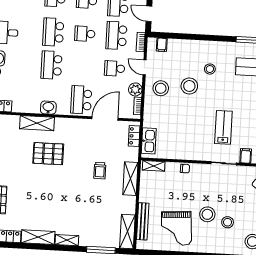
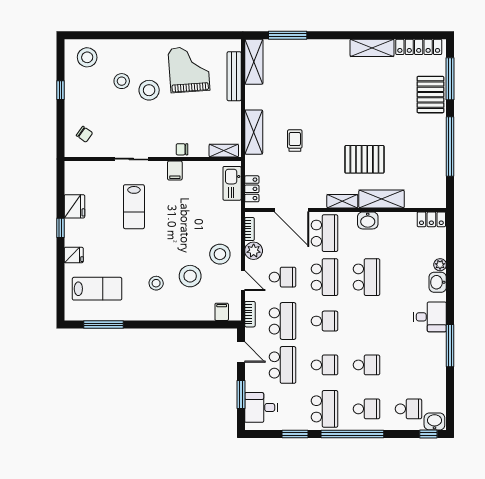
school desk: (53, 32) -> (325, 277), moved
stool: (189, 86) -> (190, 276), moved
door: (105, 119) -> (292, 210), hinge flipped
filing cabinet: (246, 156) -> (175, 171), moved
shelving: (67, 240) -> (342, 201), moved

